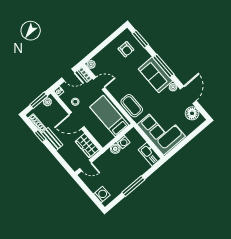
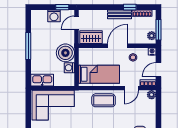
coffee table: (132, 106) -> (104, 100), moved
boiler: (115, 149) -> (65, 53), width x1.86, depth x1.86
window: (83, 186) -> (62, 7), added
washing machine: (102, 195) -> (54, 16), moved

